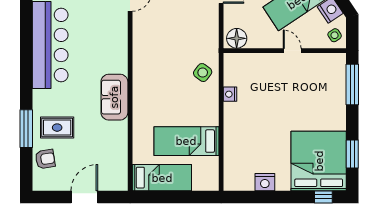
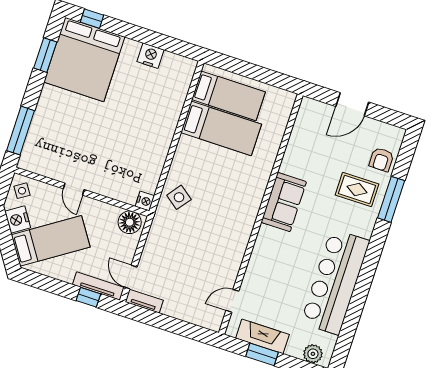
nightstand: (230, 94) -> (145, 201), moved
armchair: (45, 159) -> (381, 159), turned -81
bed: (162, 178) -> (228, 96), moved, turned 180

